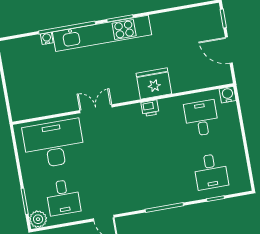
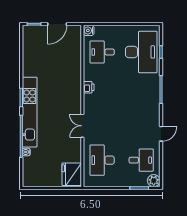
fridge: (154, 84) -> (72, 174), moved
desk: (54, 144) -> (102, 160), width x0.73, depth x0.77
desk: (211, 171) -> (141, 52), width x1.87, depth x1.30

